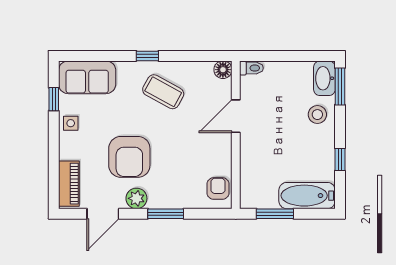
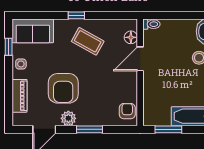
floor lamp: (223, 70) -> (131, 37), moved
piano: (69, 184) -> (20, 96), moved

